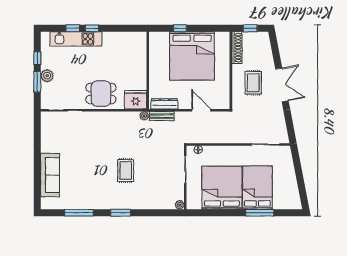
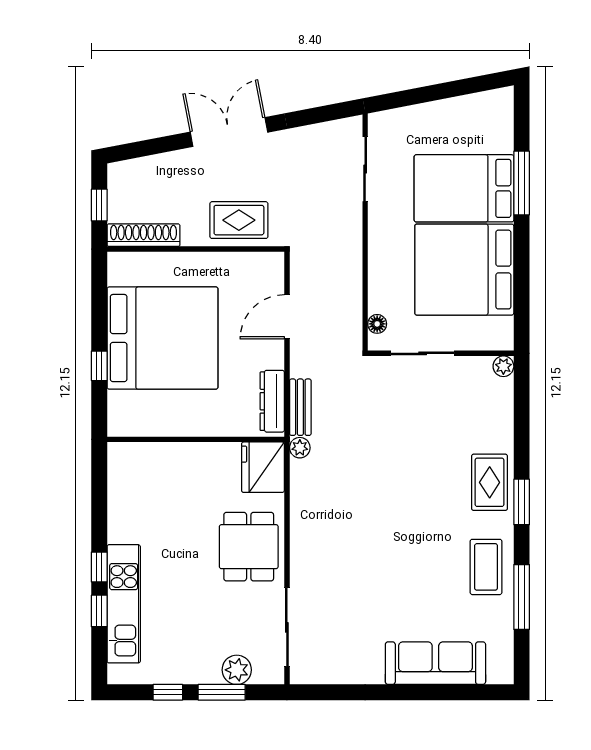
plant: (47, 76) -> (237, 670), moved
rug: (253, 83) -> (239, 220), moved
rug: (126, 170) -> (490, 482), moved, turned 90
coffee table: (92, 197) -> (486, 567), added

